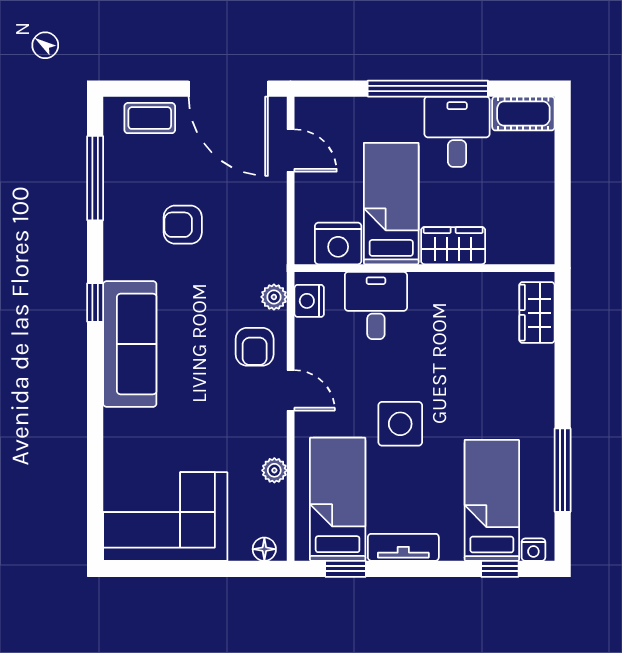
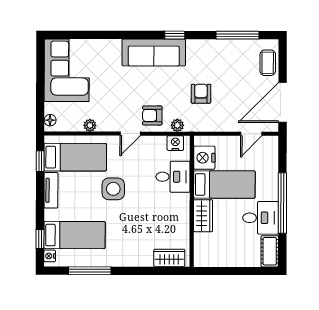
armchair: (183, 225) -> (201, 94), moved

